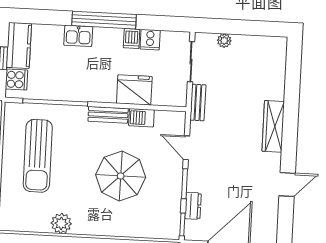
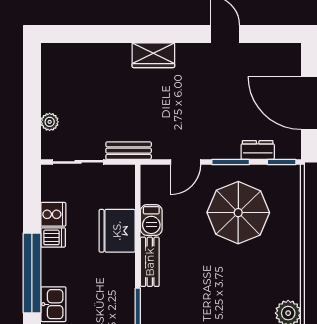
wardrobe: (273, 126) -> (153, 55), width x0.67
parasol: (121, 176) -> (238, 213), moved

